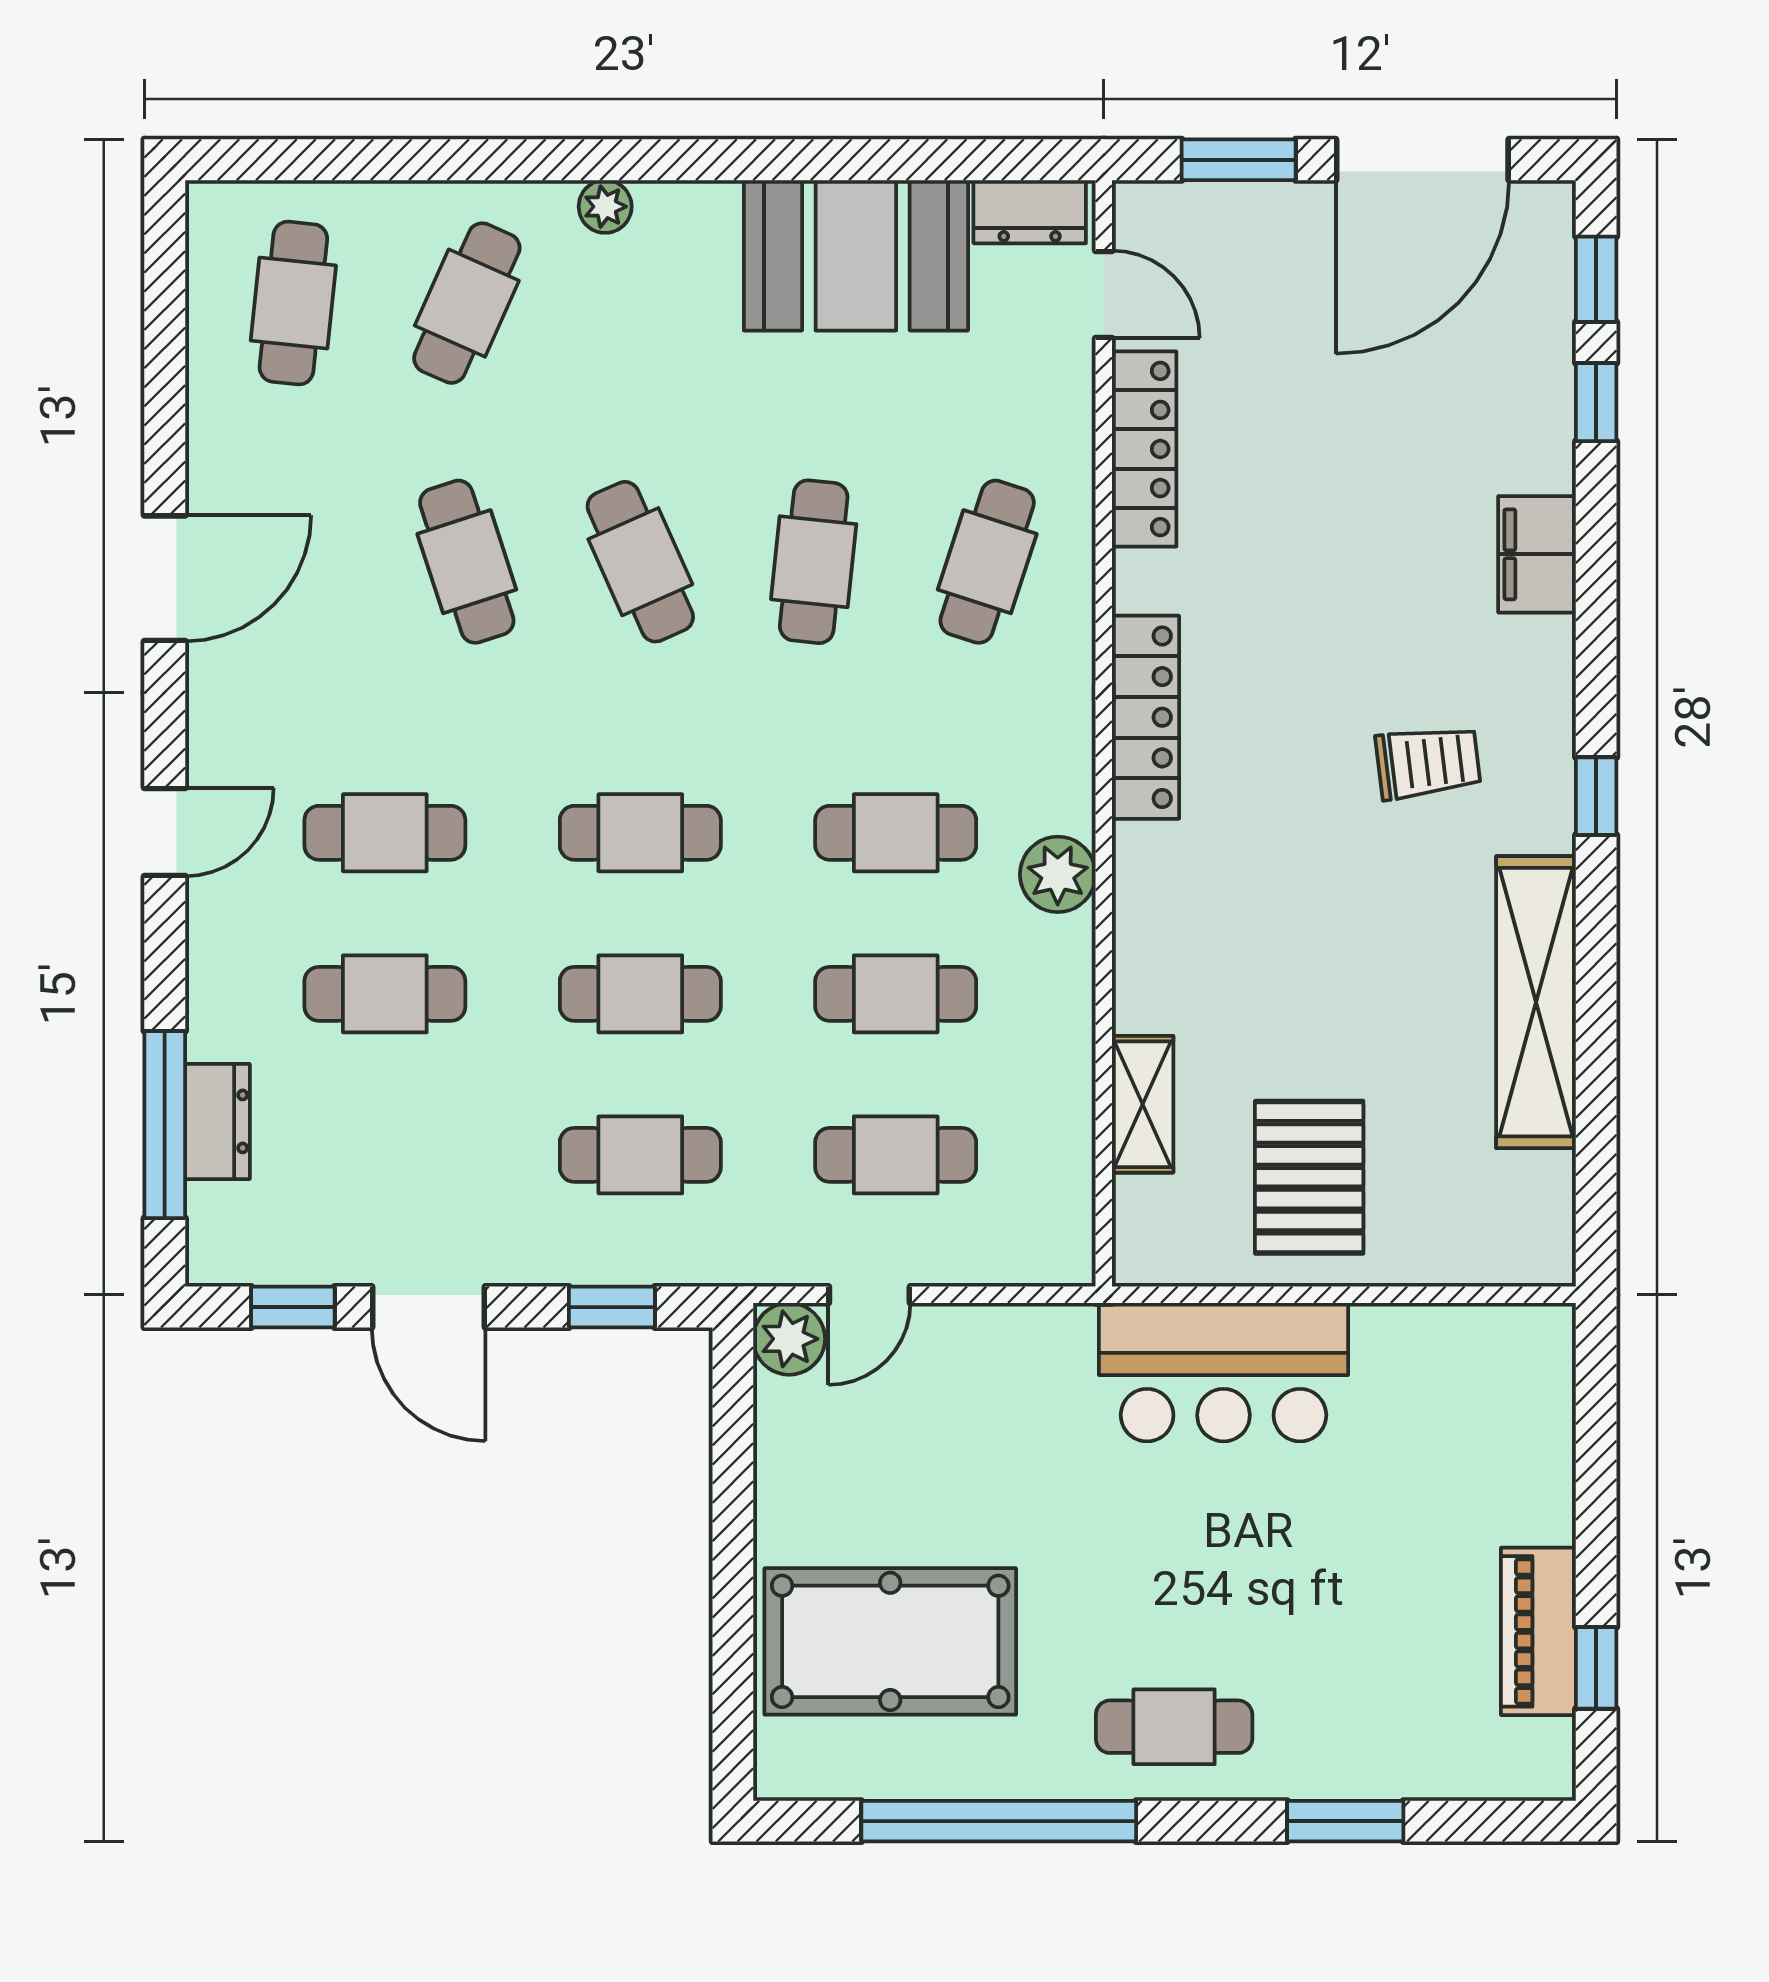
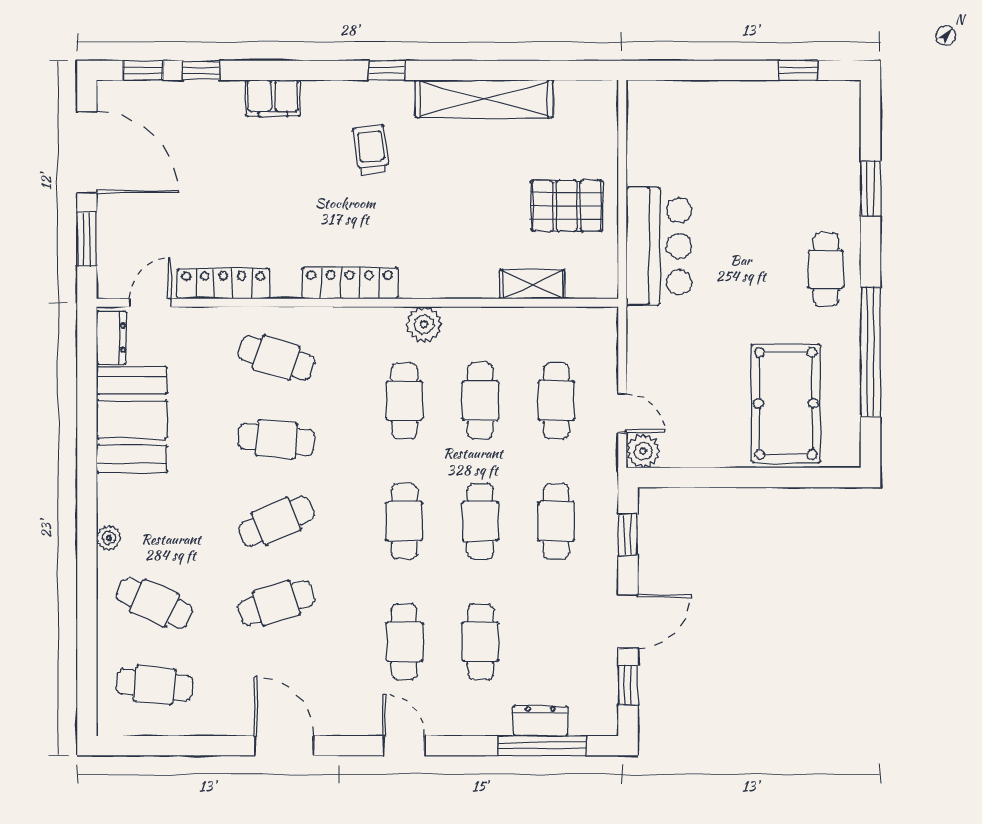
piano: (1538, 1631) -> (781, 98), removed

